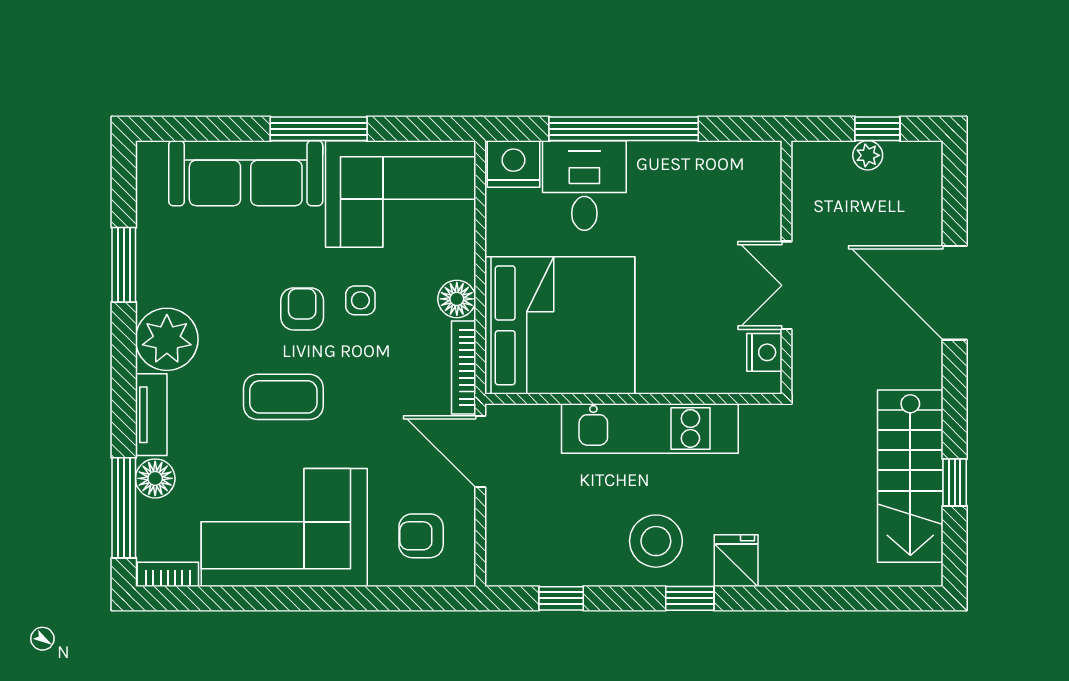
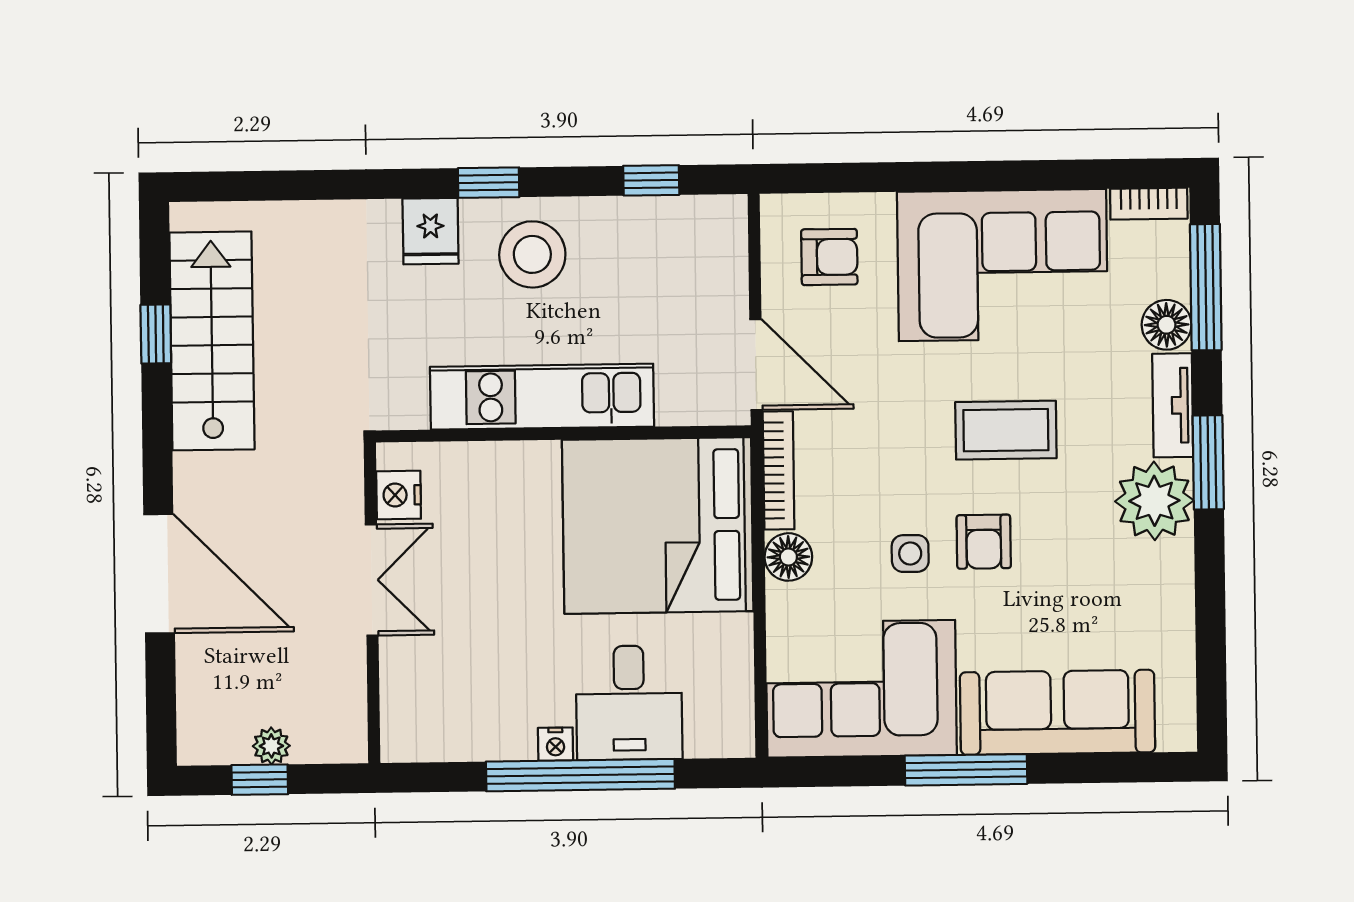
nightstand: (513, 164) -> (555, 744), moved, width x0.53, depth x0.56
window: (124, 265) -> (1208, 462), moved

